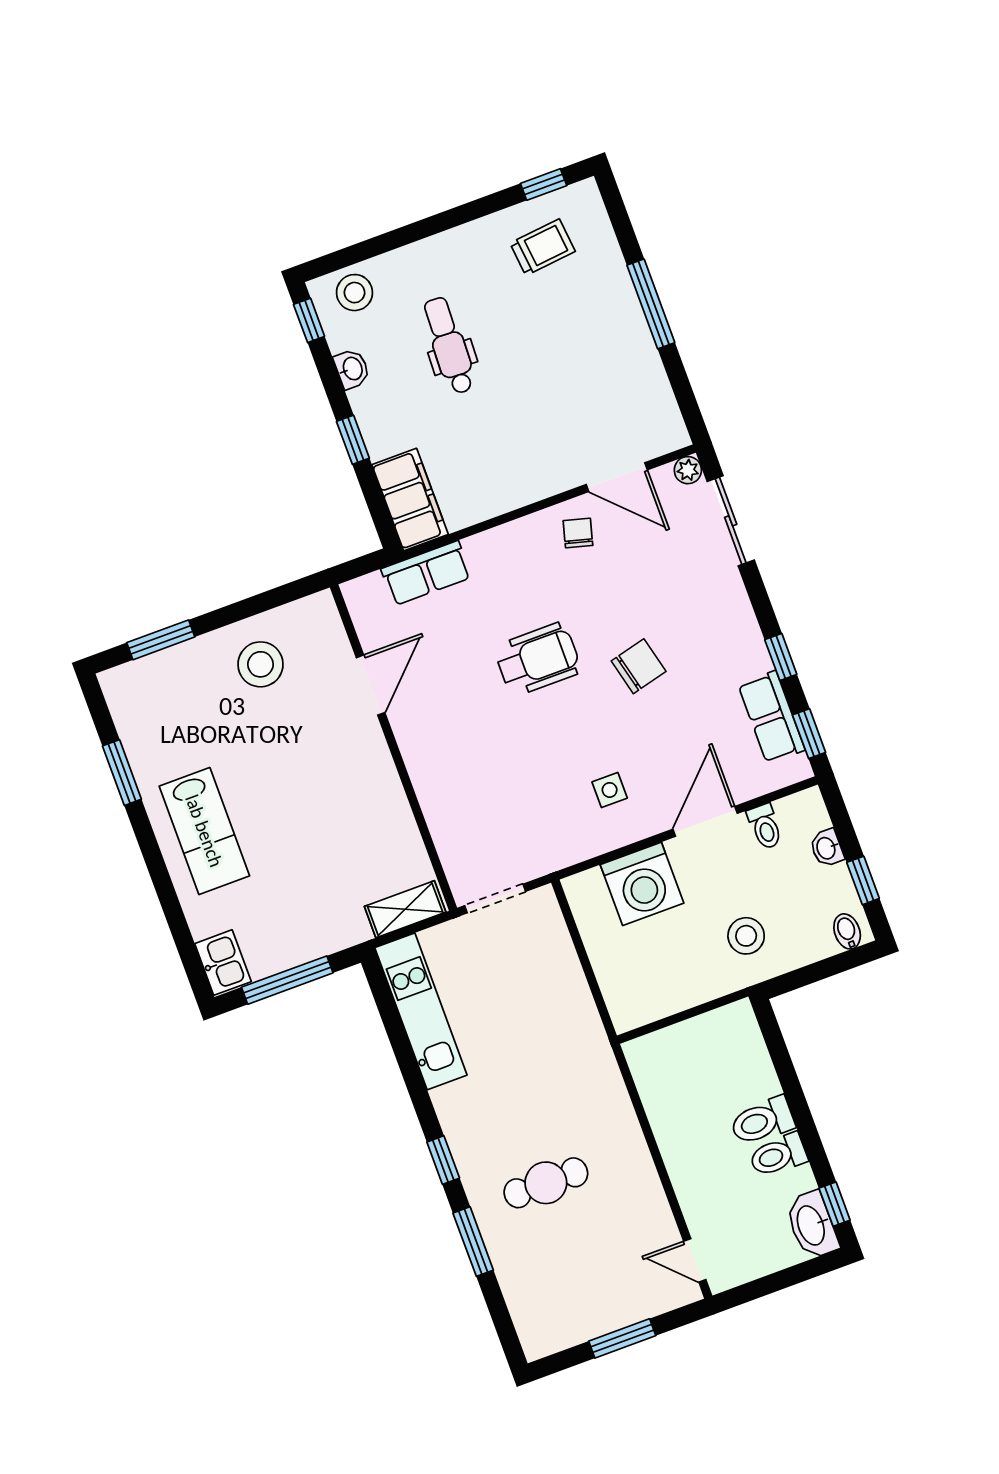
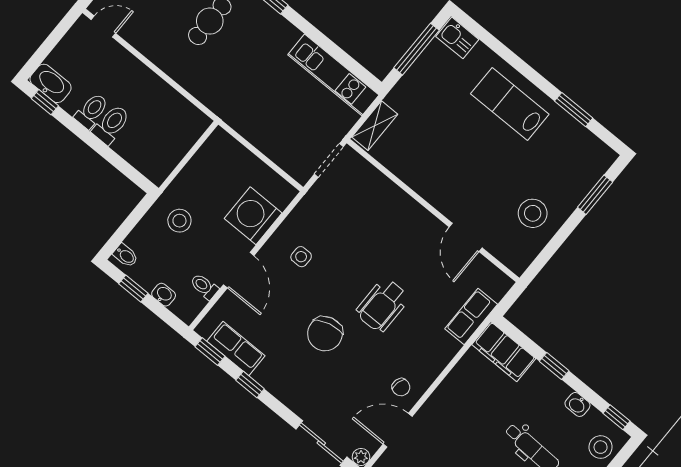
chair: (639, 666) -> (325, 334), width x1.37, depth x1.37

